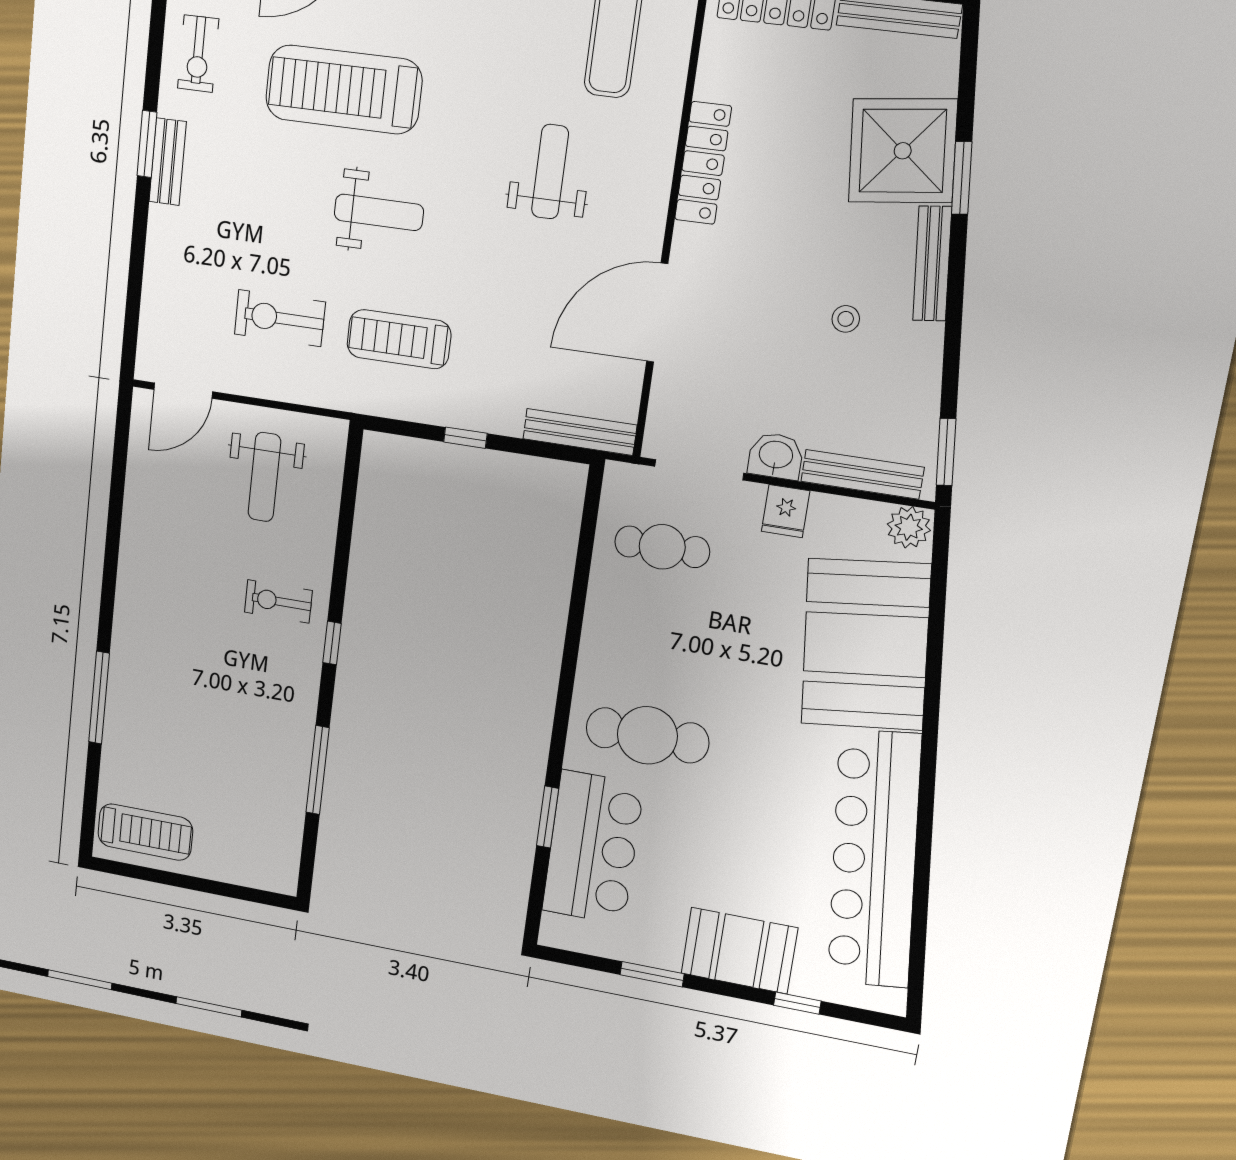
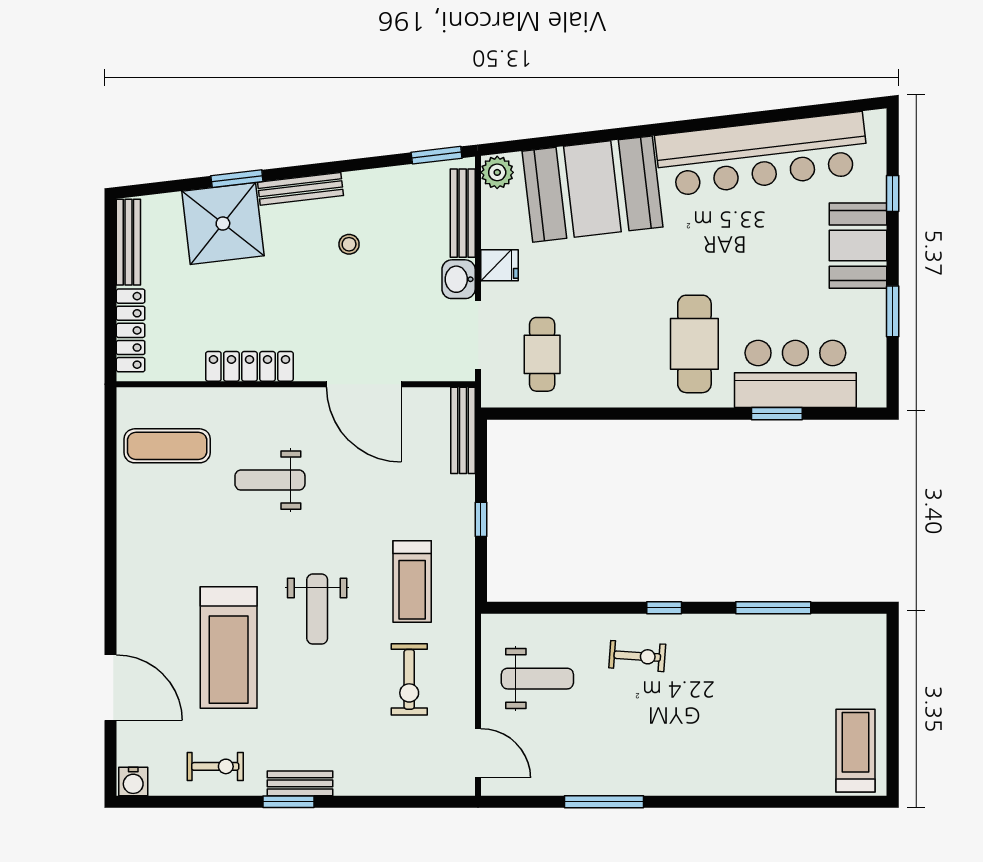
weight bench: (379, 212) -> (317, 609), turned 180
exercise bike: (278, 601) -> (637, 656), turned -86
window: (99, 698) -> (604, 802), moved

